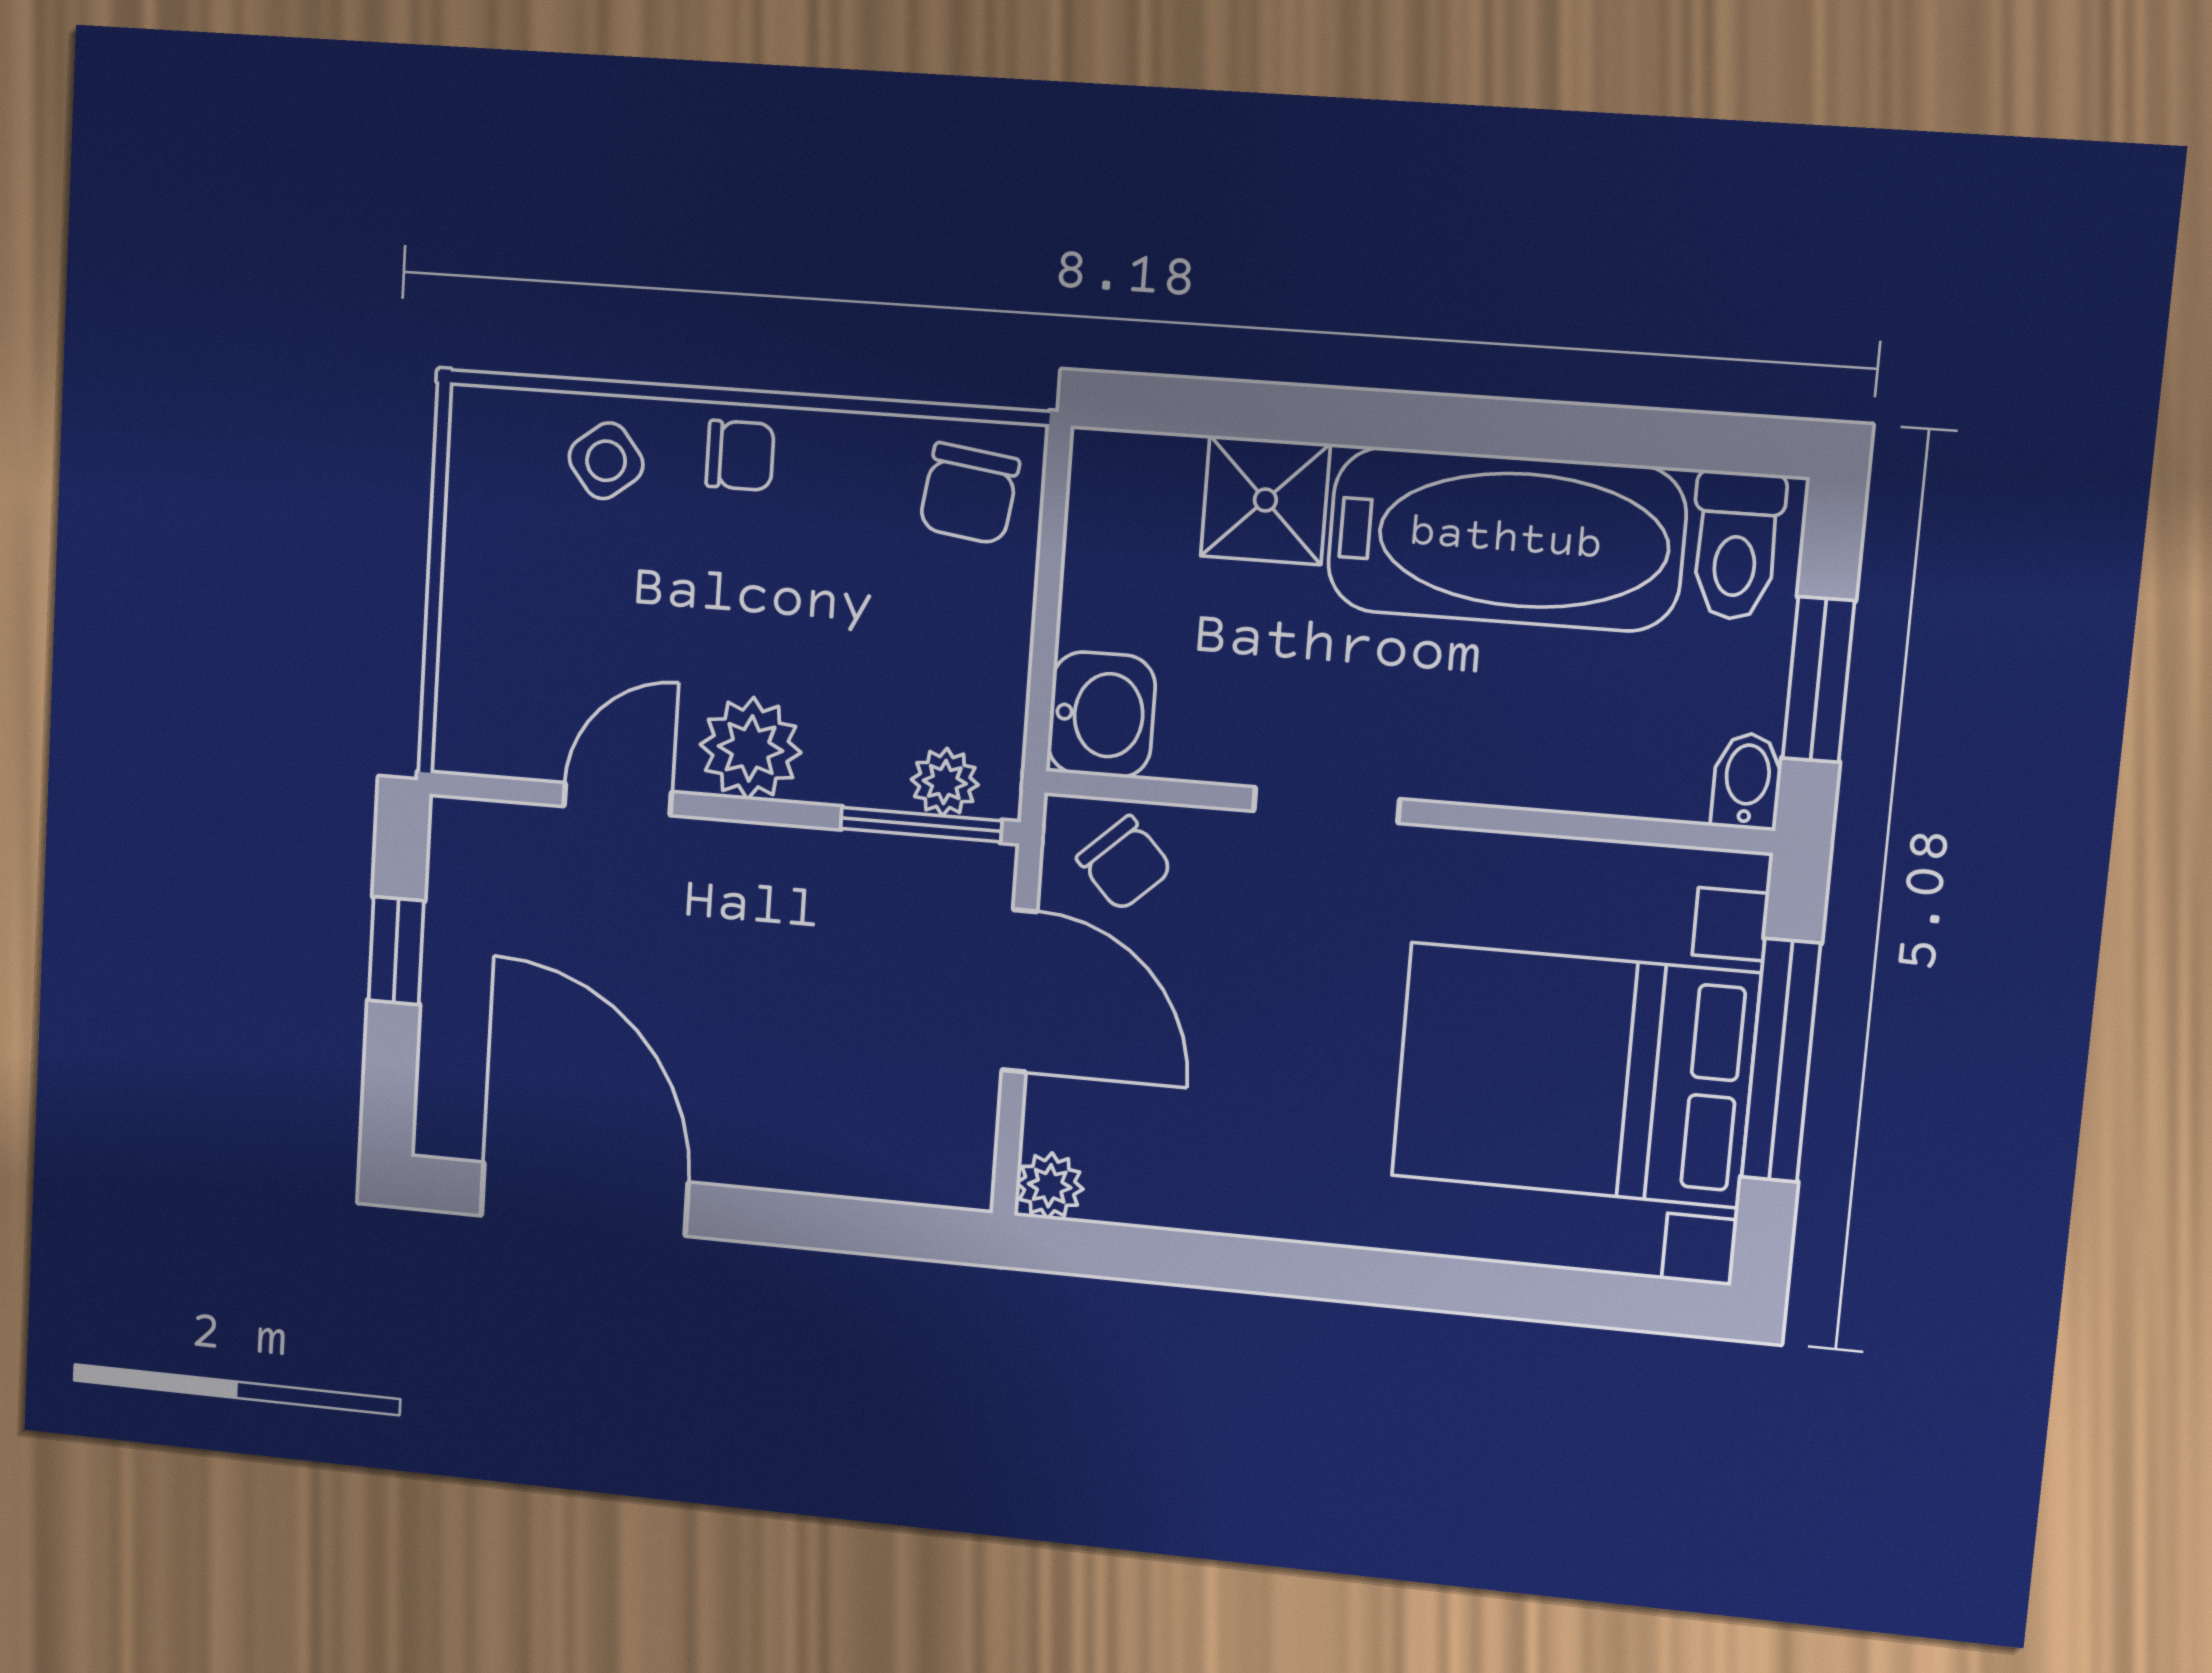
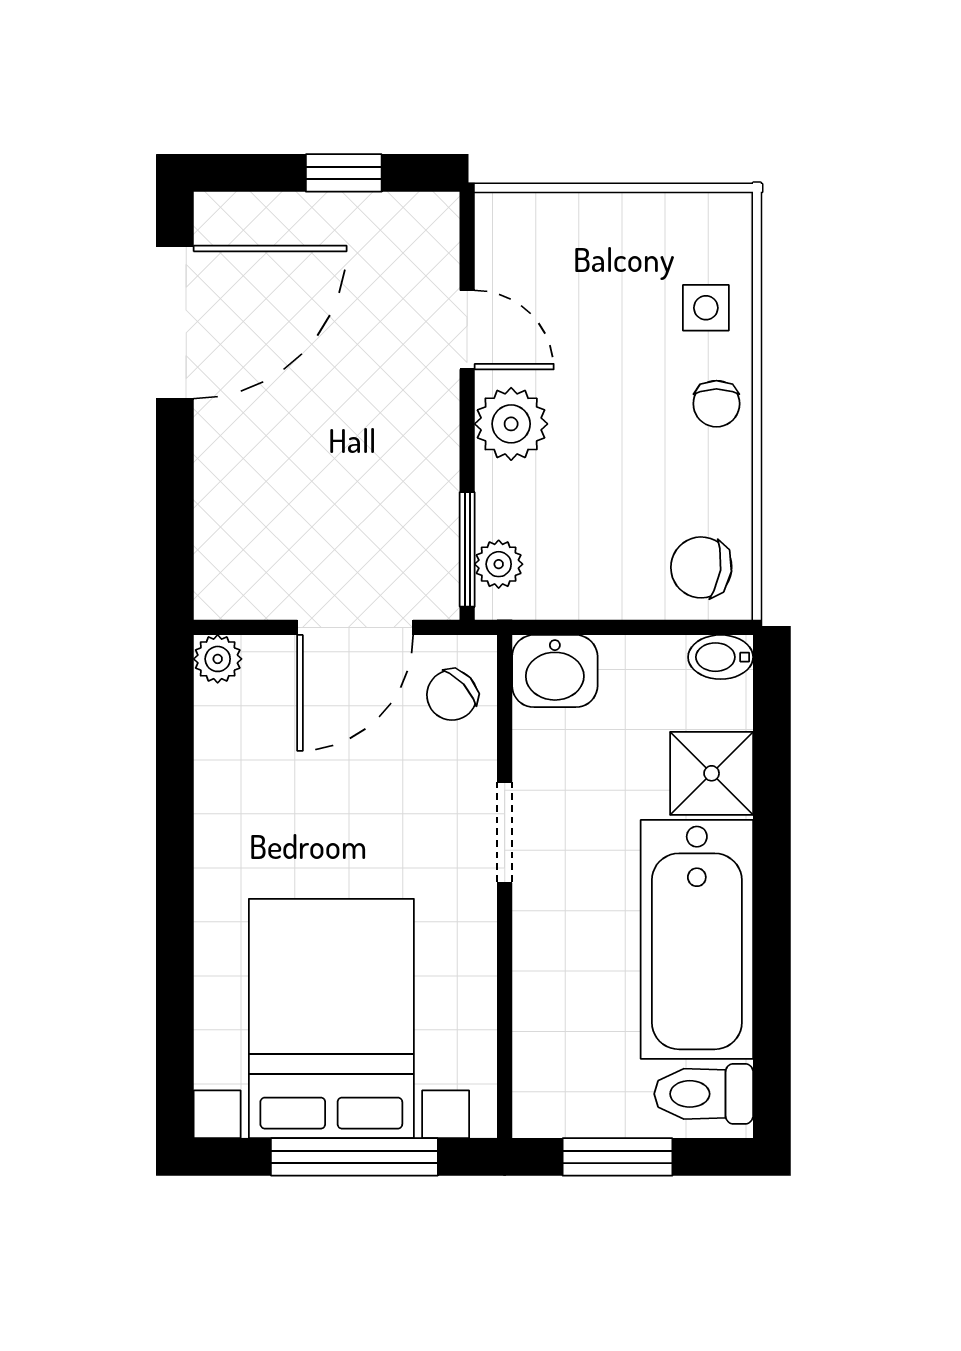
side table: (606, 461) -> (706, 308), turned 38
bidet: (1747, 781) -> (721, 657), moved, turned 180

